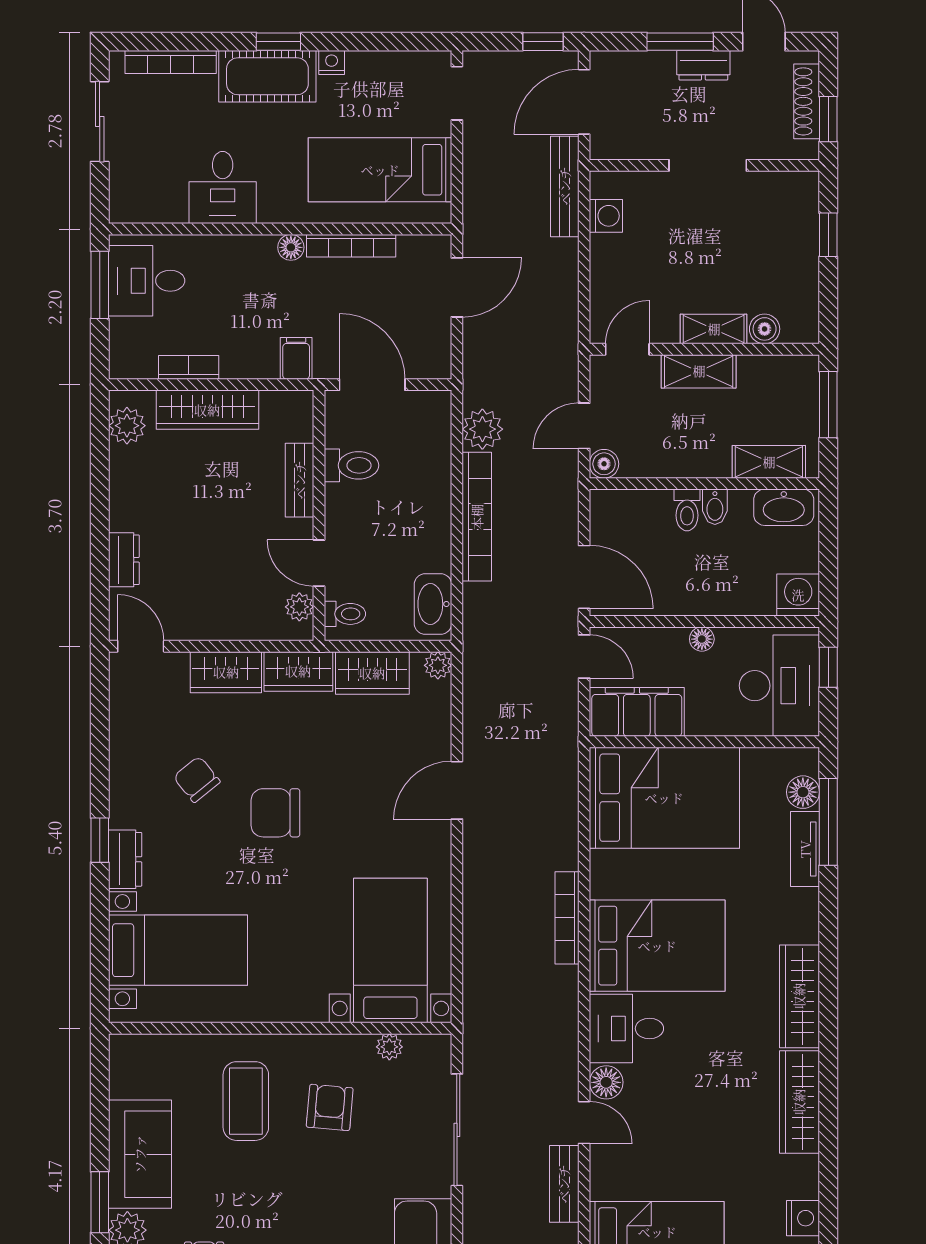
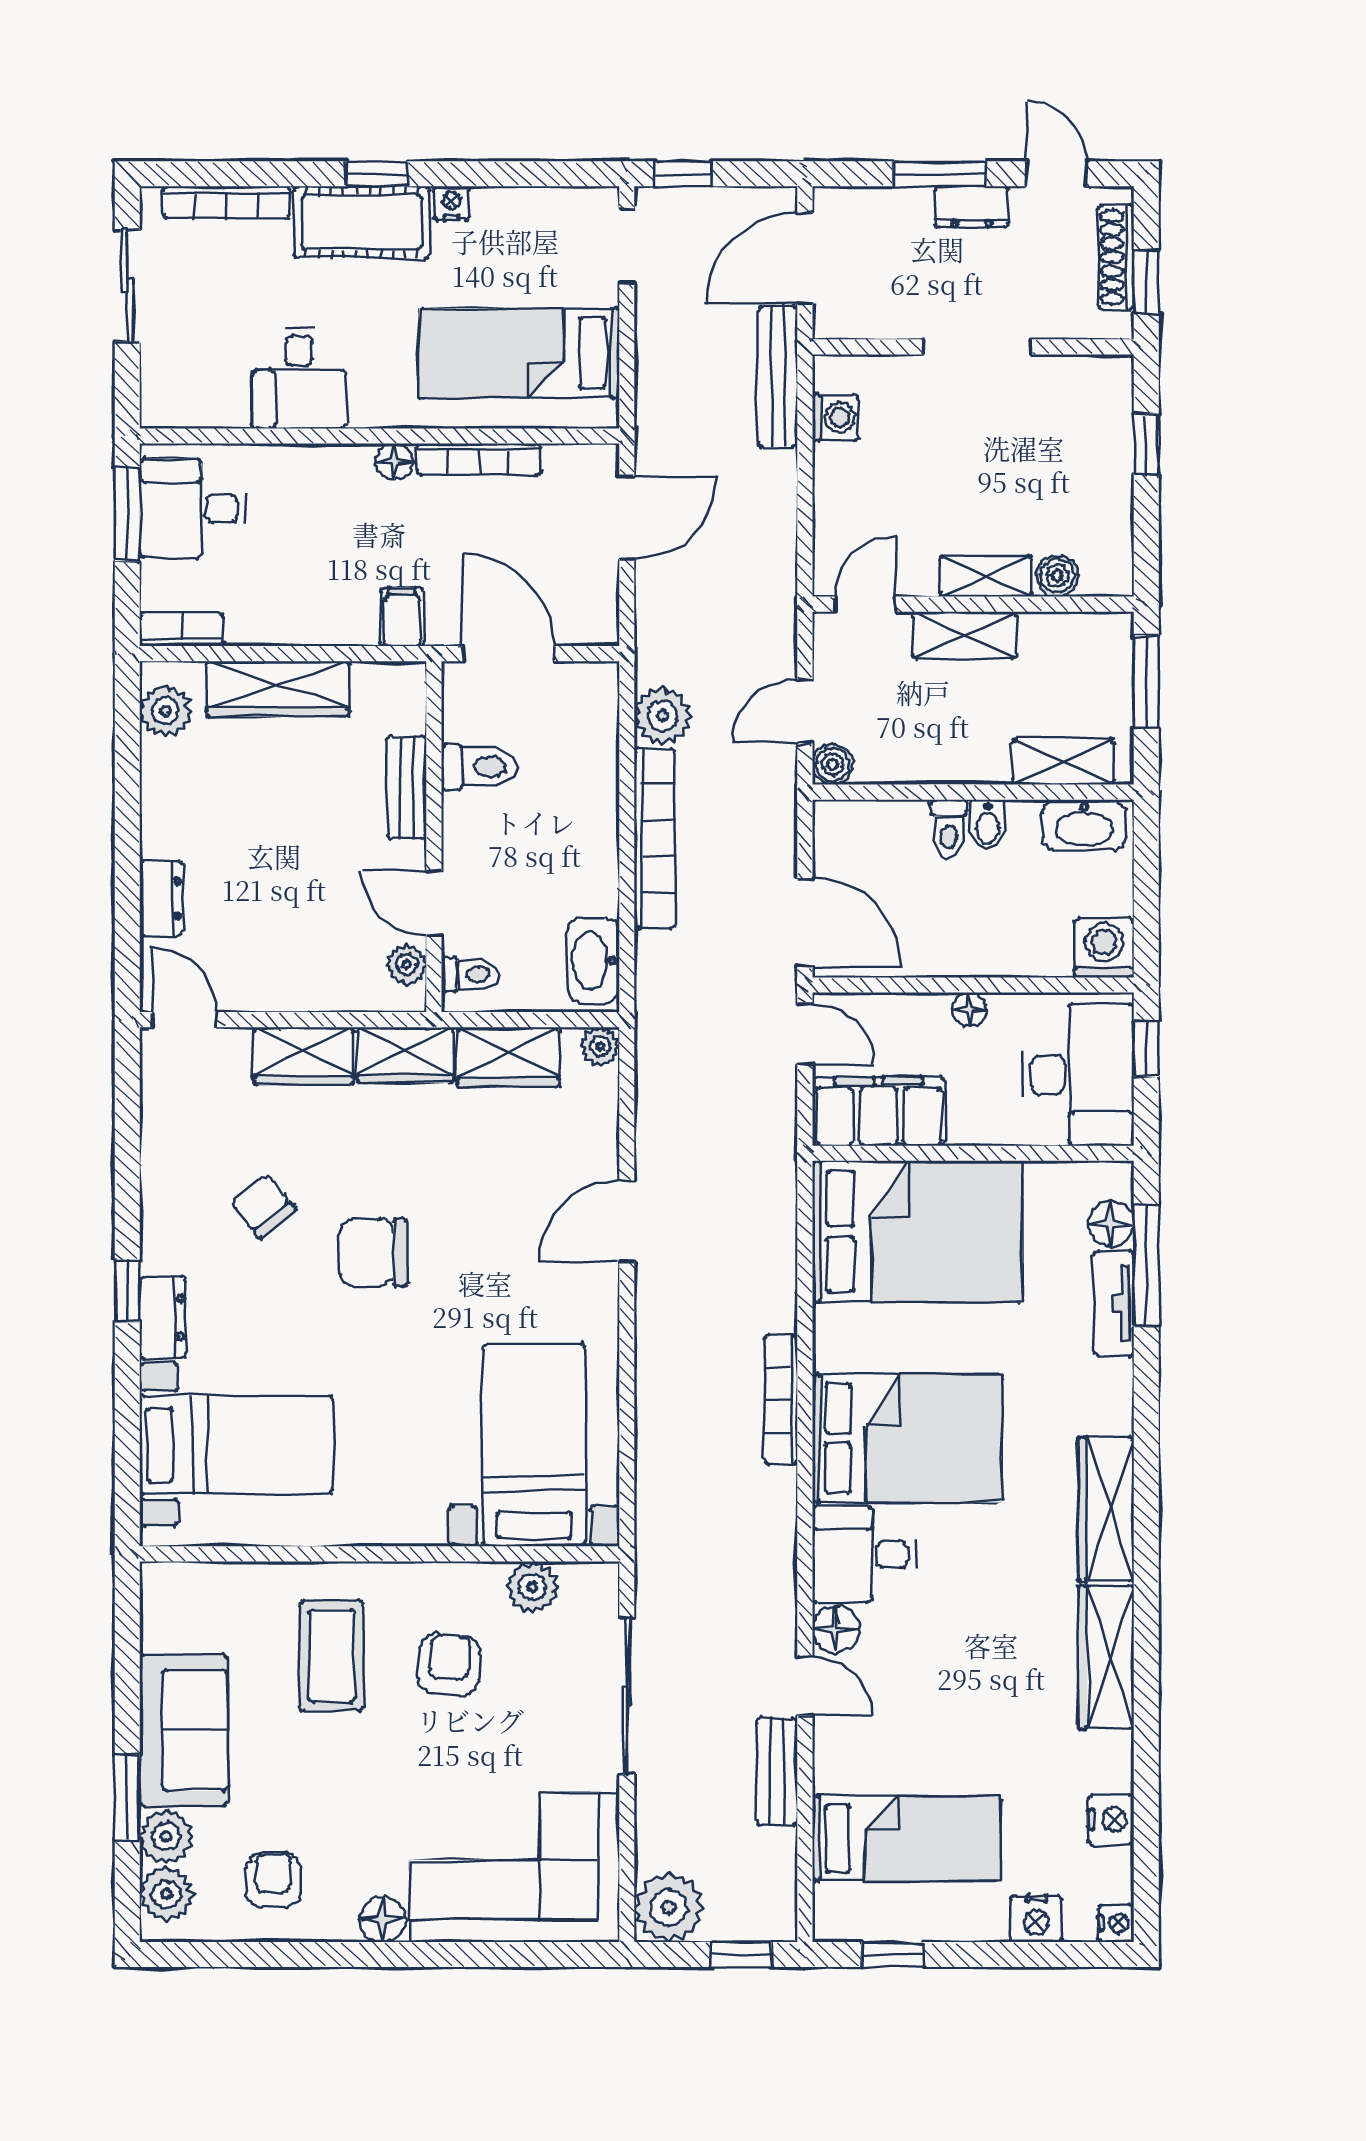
window: (543, 42) -> (683, 174), moved
bookcase: (189, 367) -> (181, 629), moved
plant: (389, 1047) -> (532, 1587), width x1.38, depth x1.38

